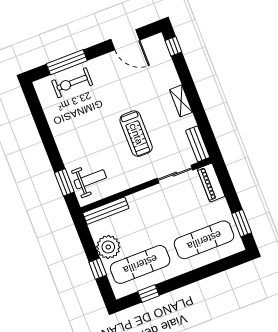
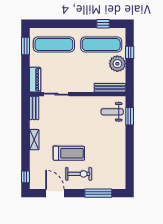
exercise bike: (72, 83) -> (79, 174), moved
treadmill: (136, 134) -> (69, 153), moved, turned 90

